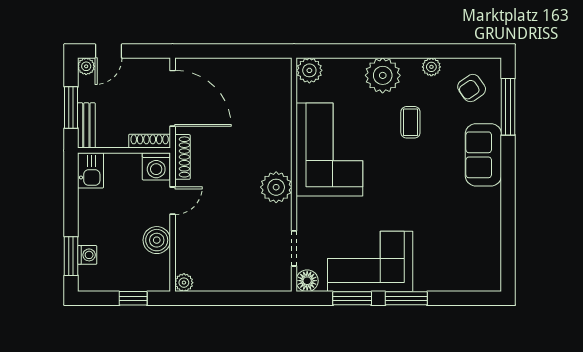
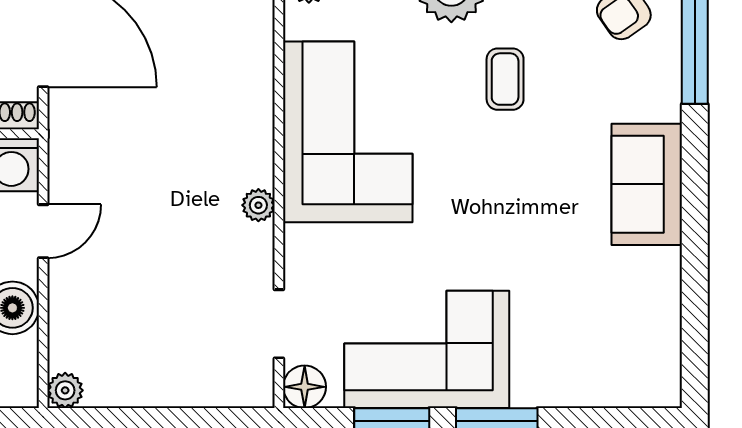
sofa: (483, 155) -> (647, 184), moved
shoe rack: (182, 157) -> (62, 146), removed
plant: (276, 187) -> (258, 205), width x0.53, depth x0.53

